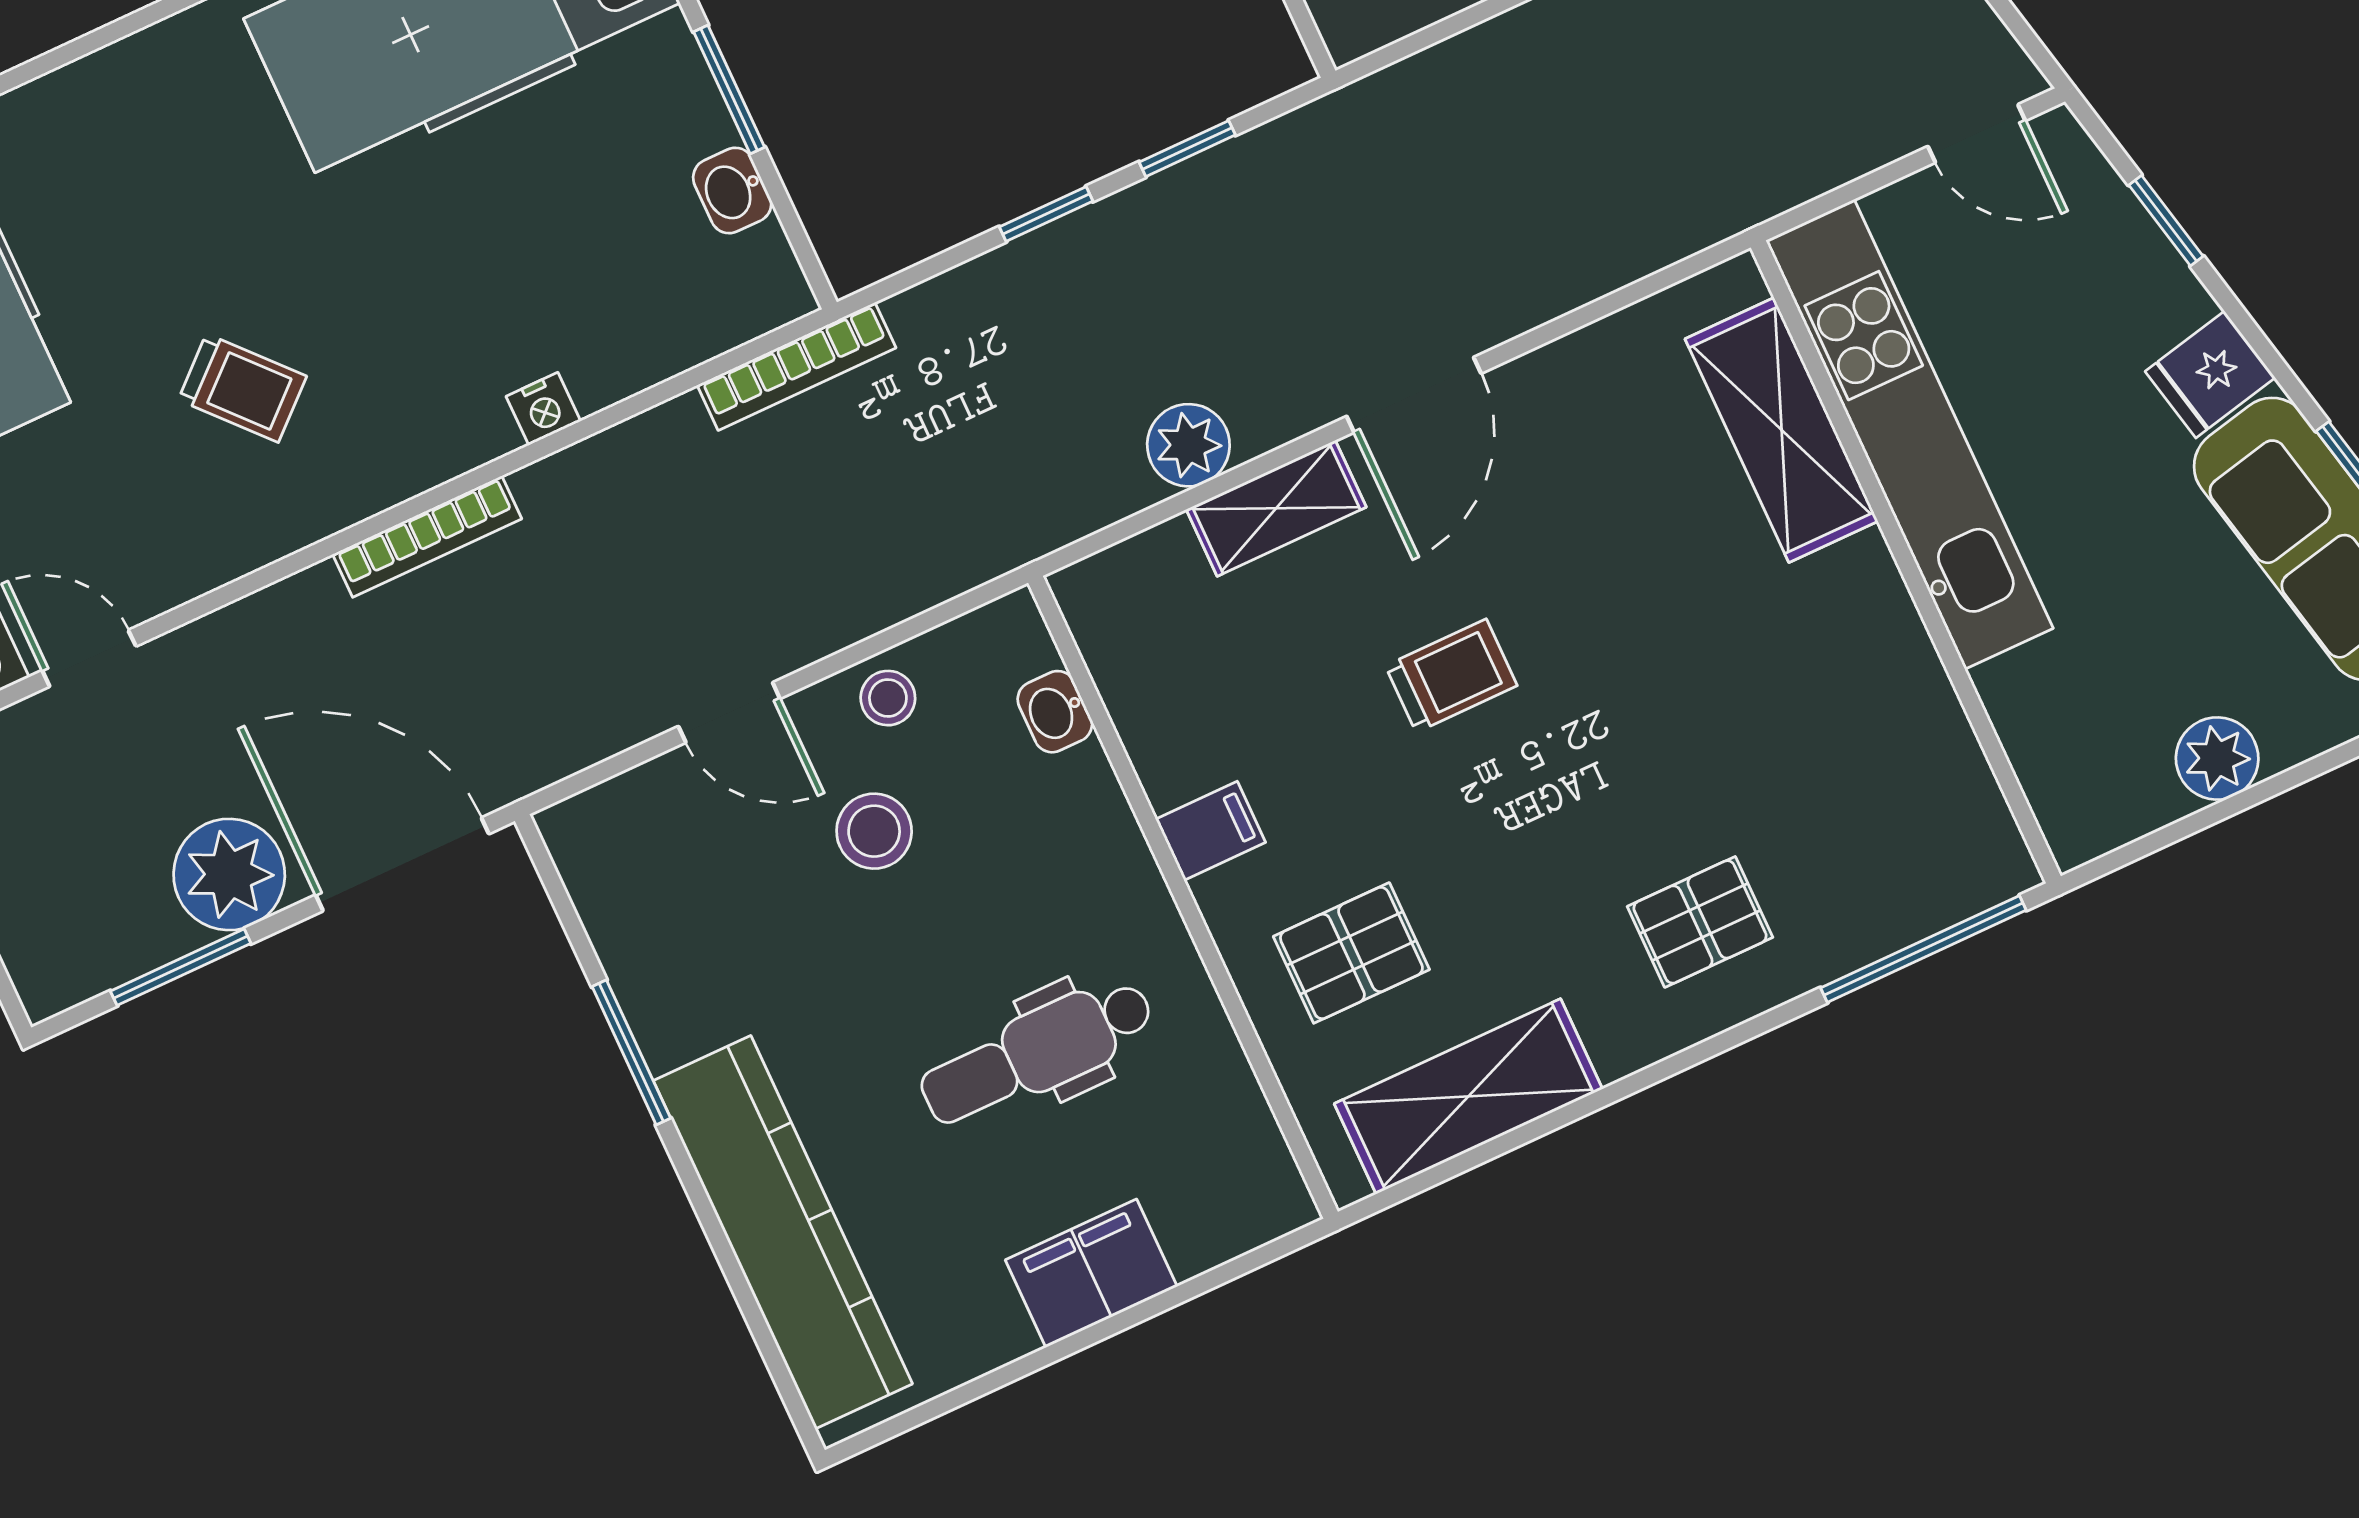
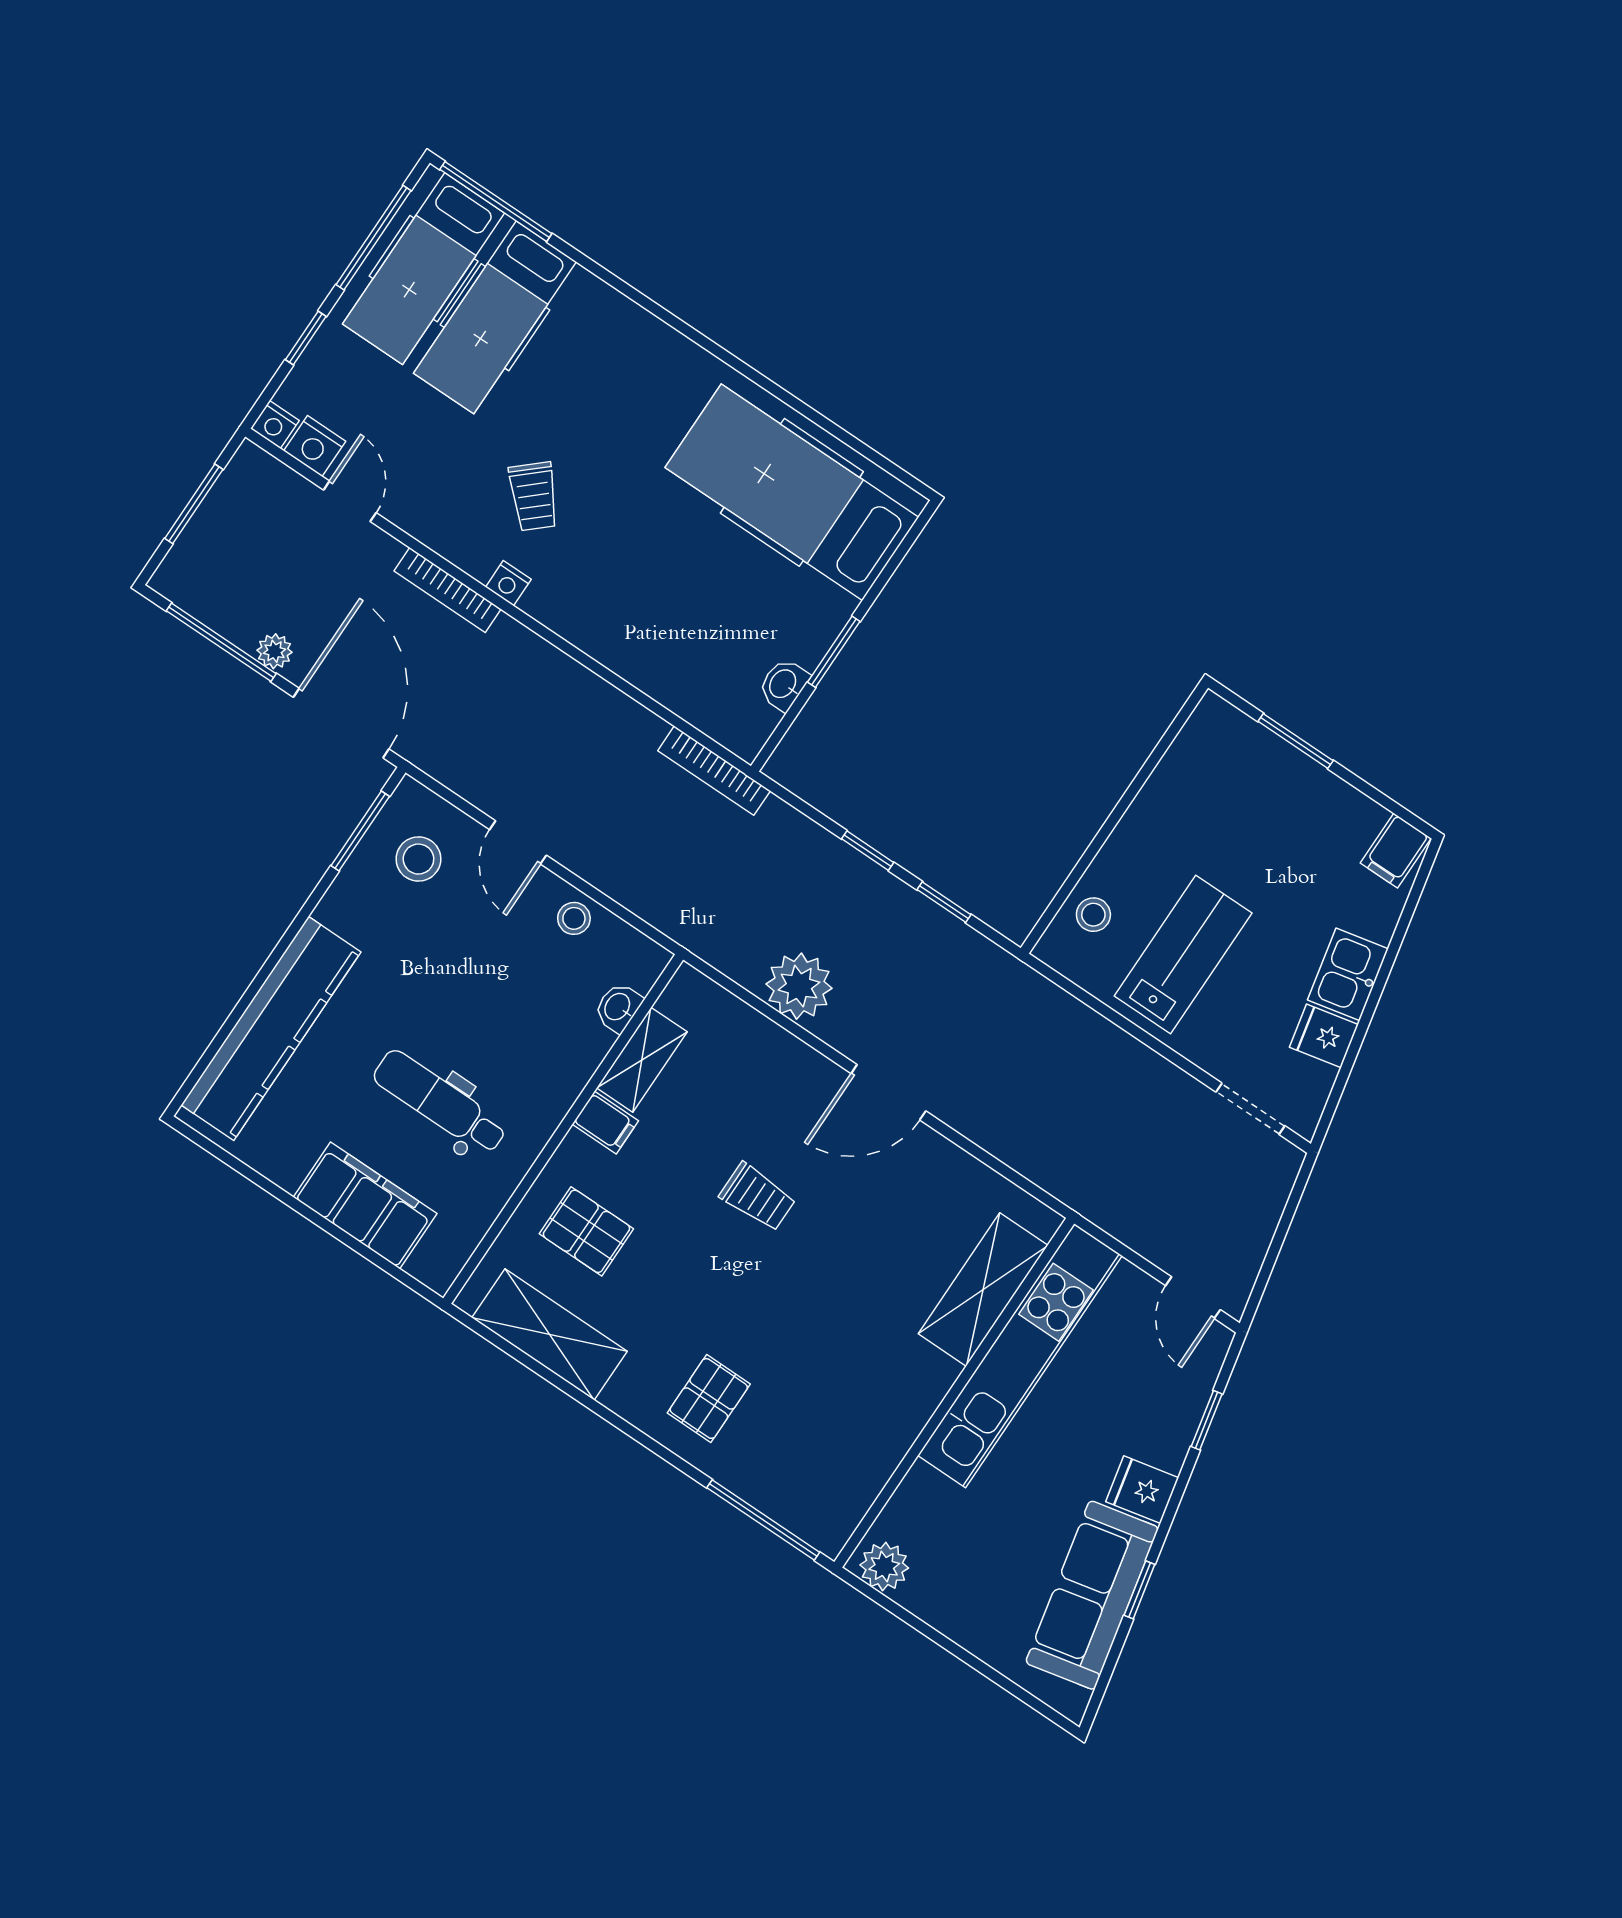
nightstand: (543, 409) -> (508, 583), moved
plant: (1188, 445) -> (799, 986), width x1.36, depth x1.36
shelving: (1276, 508) -> (642, 1060), moved, turned 90
bookcase: (427, 536) -> (448, 590), moved
plant: (2217, 758) -> (884, 1566), moved
stool: (874, 831) -> (418, 859), moved
plant: (229, 874) -> (274, 651), width x0.53, depth x0.53
pallet: (1700, 922) -> (709, 1398), turned 90
window: (181, 967) -> (221, 642), width x1.44
window: (631, 1052) -> (360, 831), moved
filing cabinet: (1091, 1273) -> (365, 1205), width x1.50, depth x1.17

